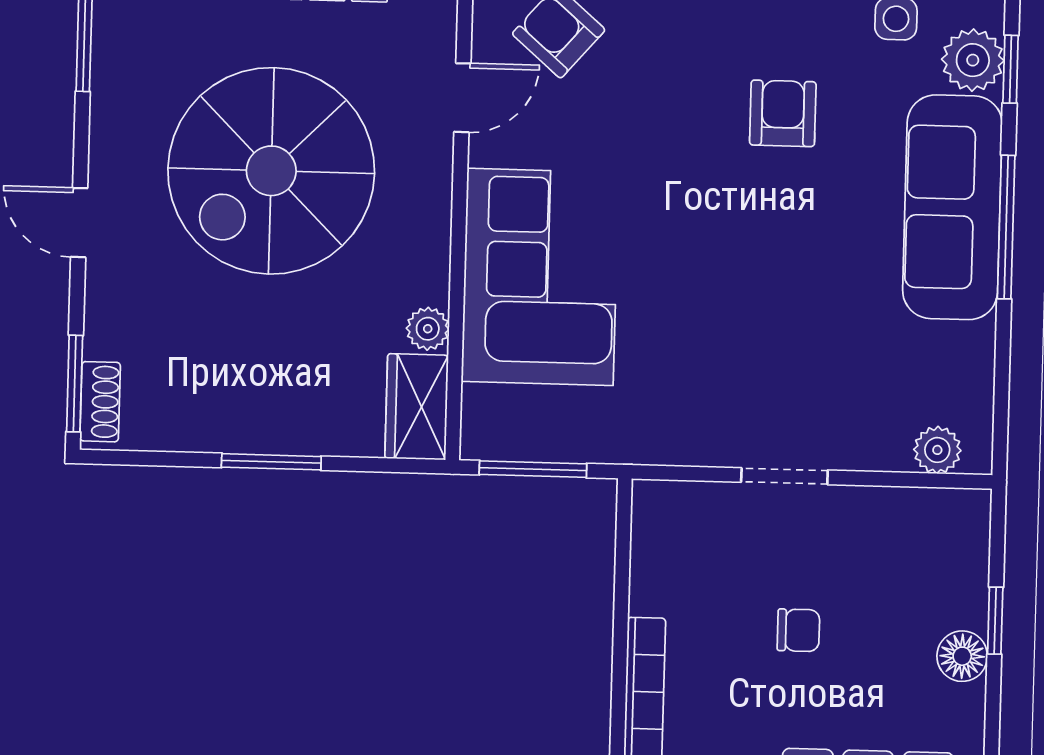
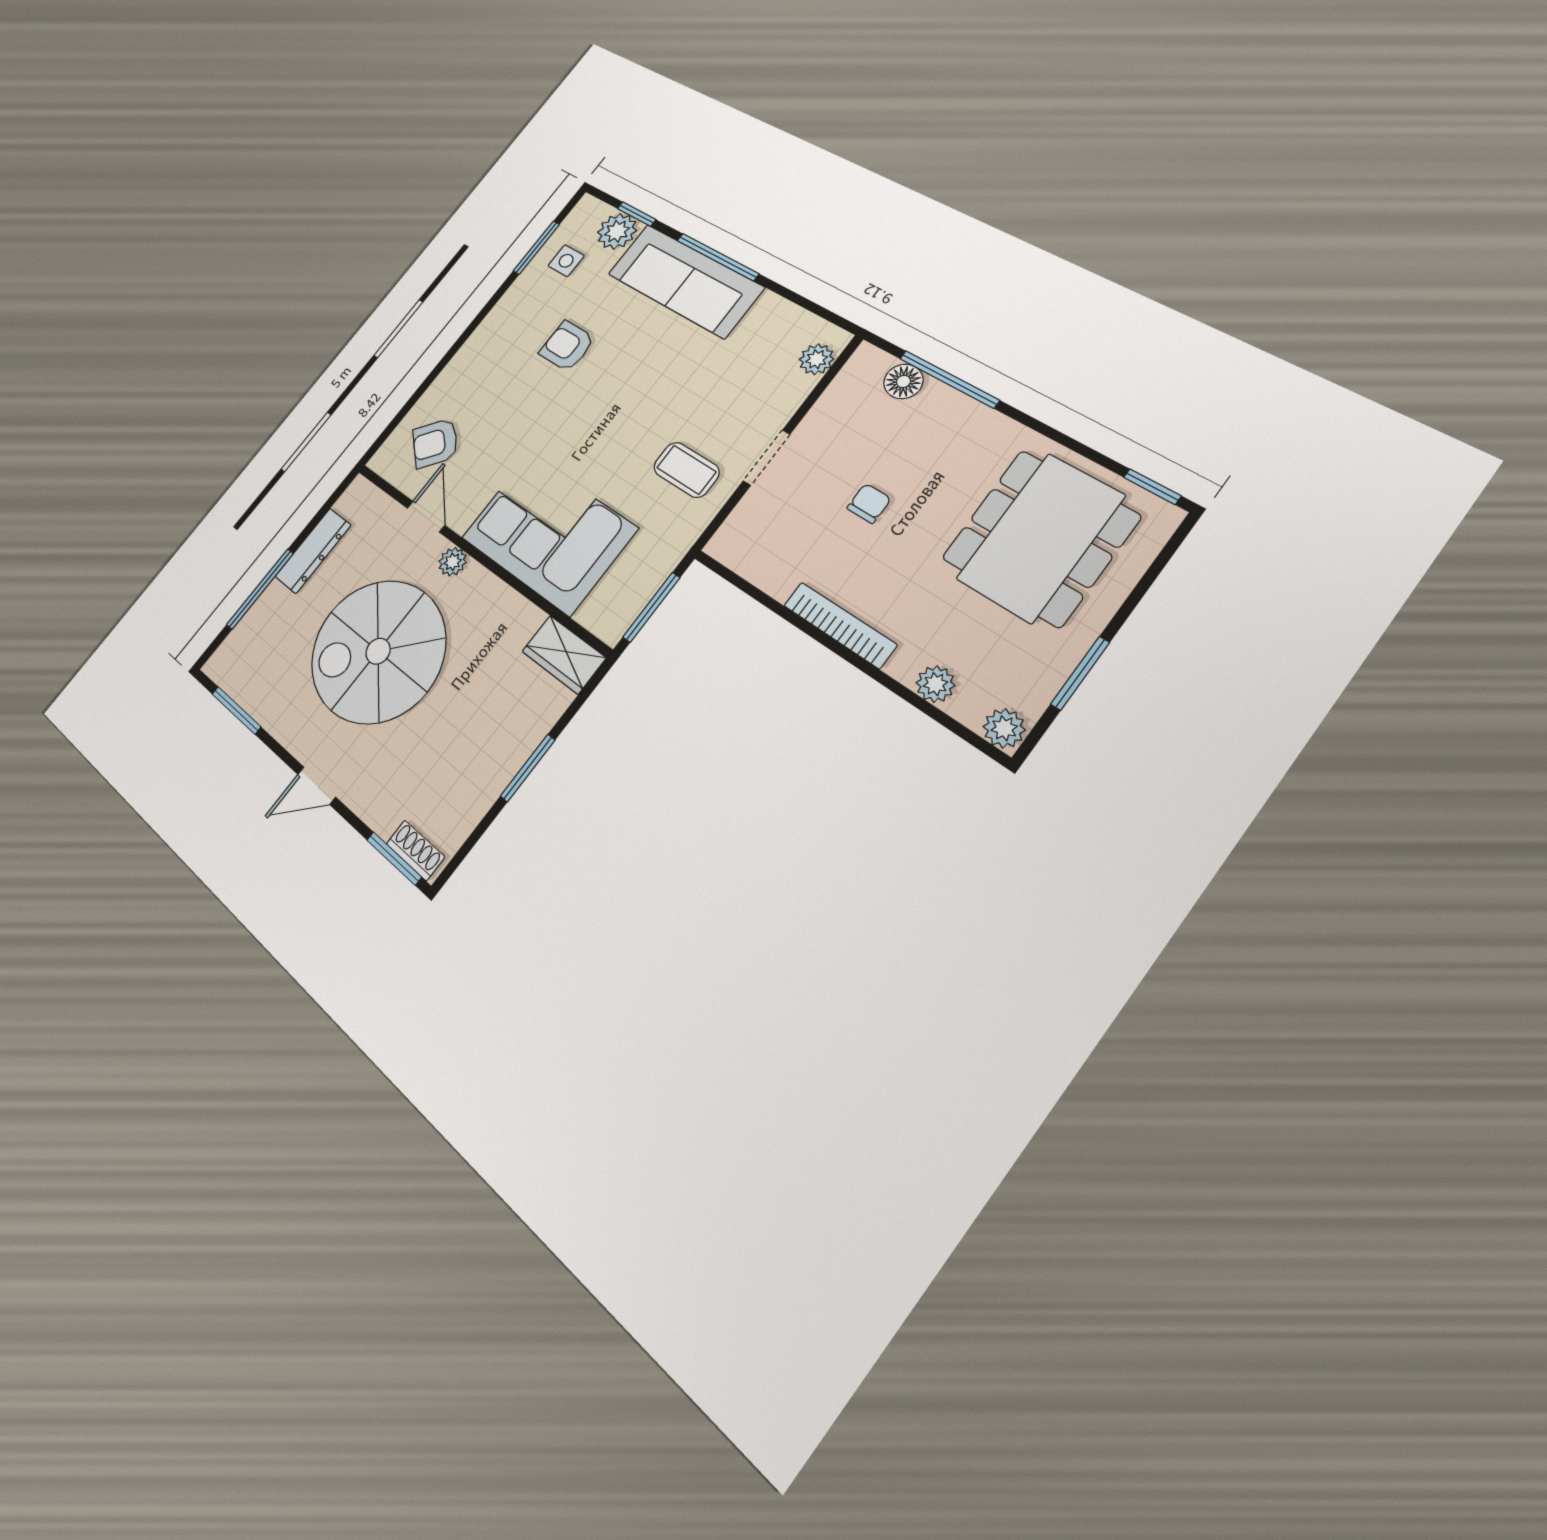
spiral stairs: (271, 171) -> (378, 651), turned 90
plant: (428, 329) -> (453, 562), moved
coffee table: (715, 390) -> (686, 470), added
window: (995, 621) -> (949, 379), width x2.17
floor lamp: (962, 656) -> (903, 381), moved

